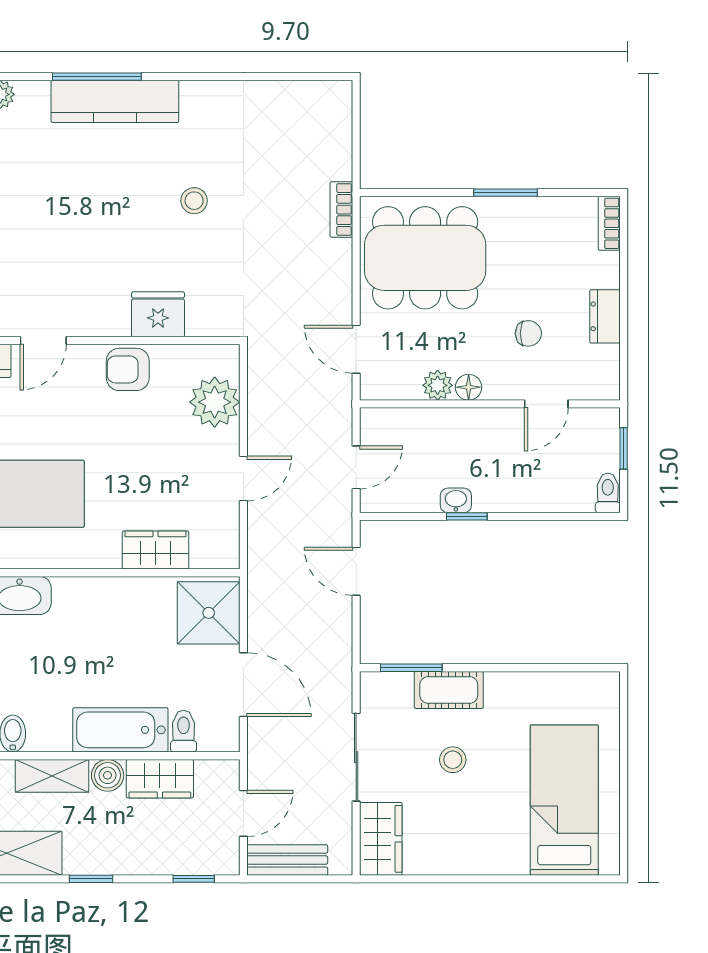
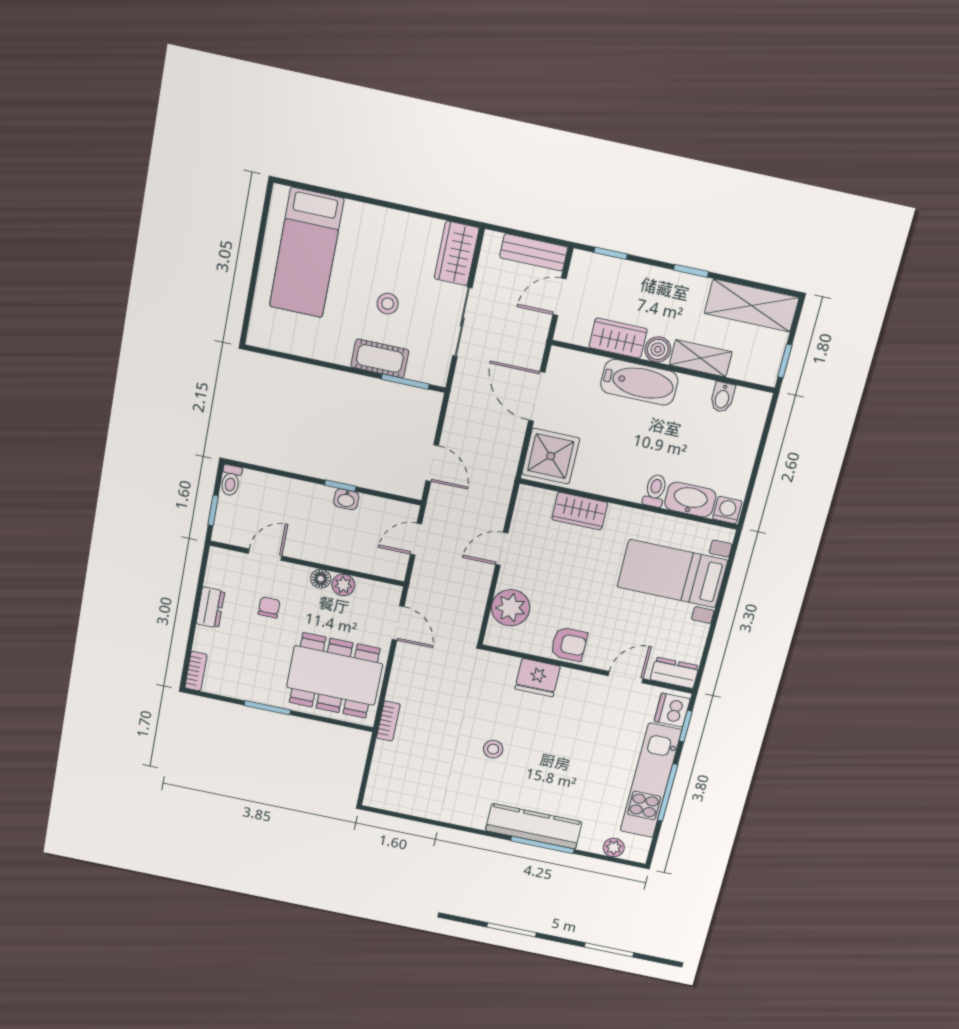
chair: (528, 333) -> (269, 607), turned 90
toilet: (184, 731) -> (655, 491), moved, turned 180

